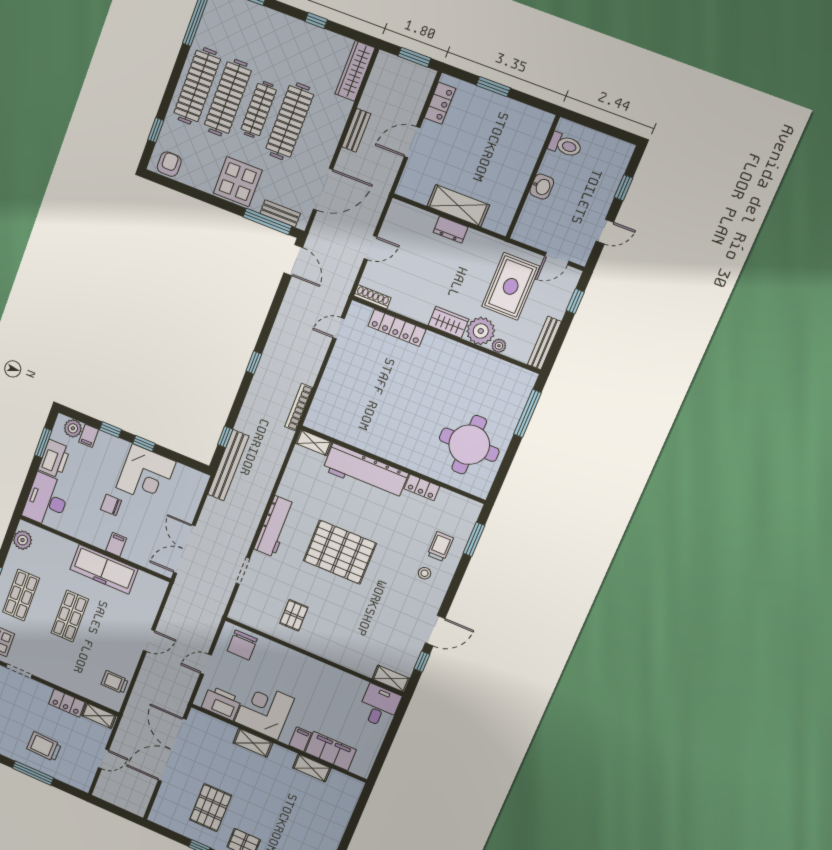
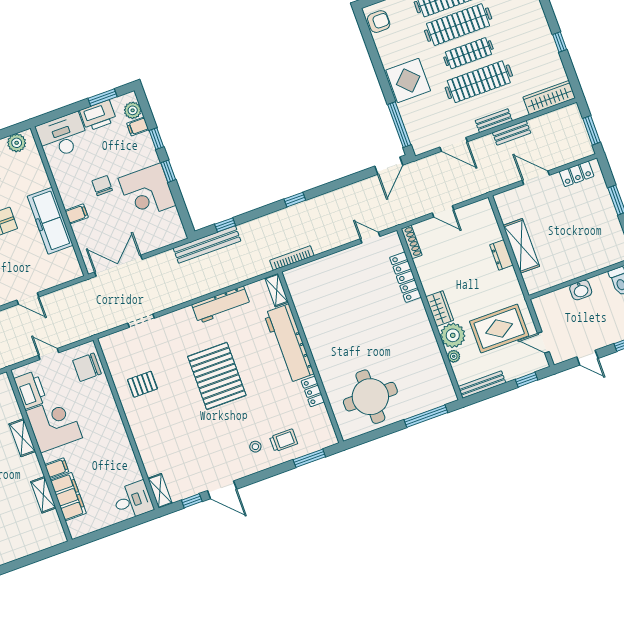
door: (323, 189) -> (454, 144), width x0.73
bench: (280, 213) -> (494, 121), moved, turned 90
workbench: (274, 526) -> (221, 305), moved

